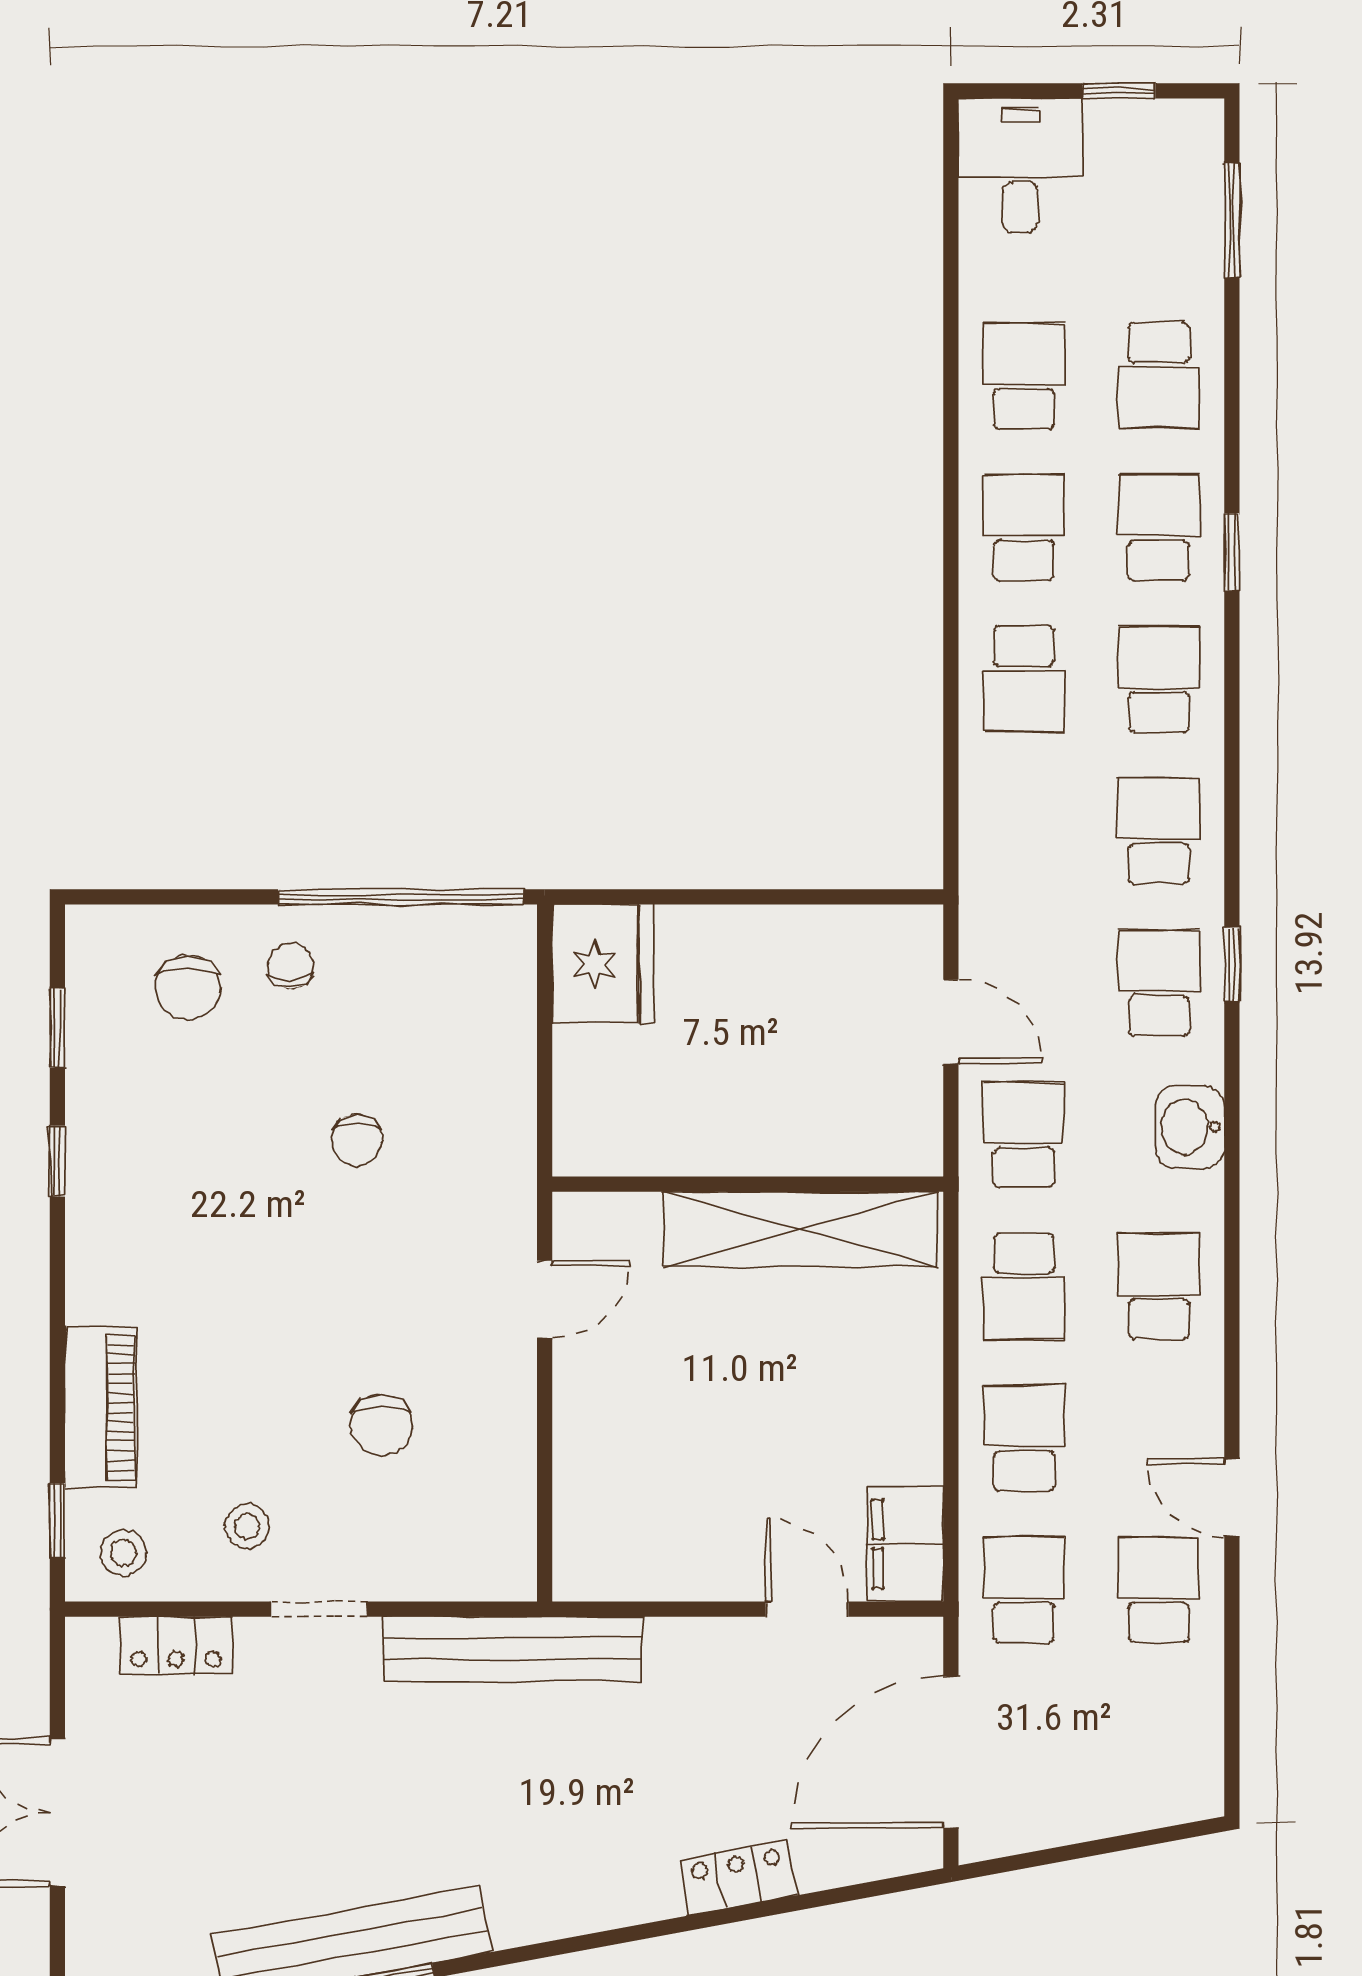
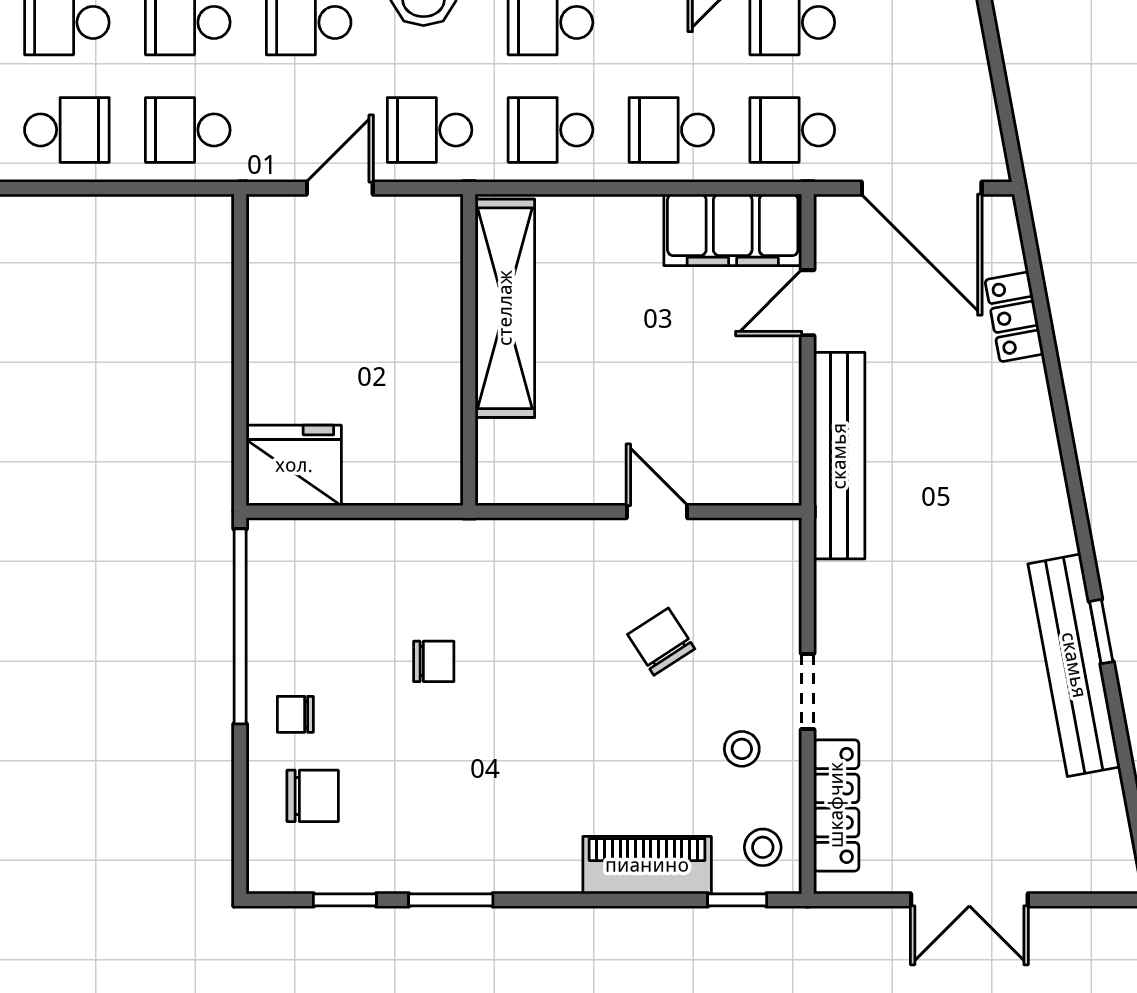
school desk: (1024, 831) -> (188, 130), added
window: (57, 1161) -> (451, 900), width x1.50
school desk: (1024, 1286) -> (550, 130), turned 180
door: (545, 1299) -> (657, 512), moved
chair: (382, 1425) -> (661, 642), turned -123
filing cabinet: (905, 1544) -> (733, 230), width x1.50, depth x1.17
locker: (176, 1645) -> (836, 805), width x1.53
bench: (512, 1649) -> (839, 456), moved
locker: (738, 1878) -> (1014, 317), moved

